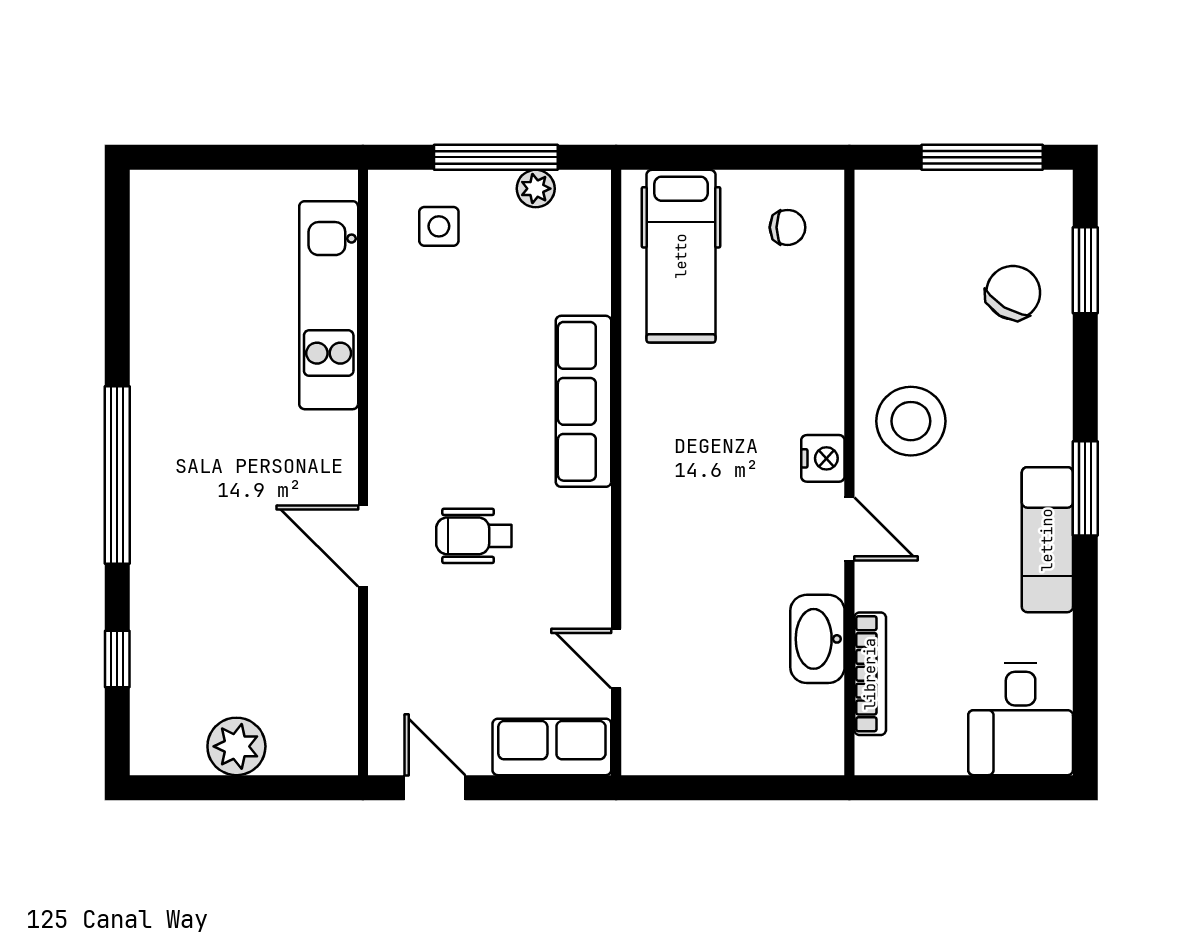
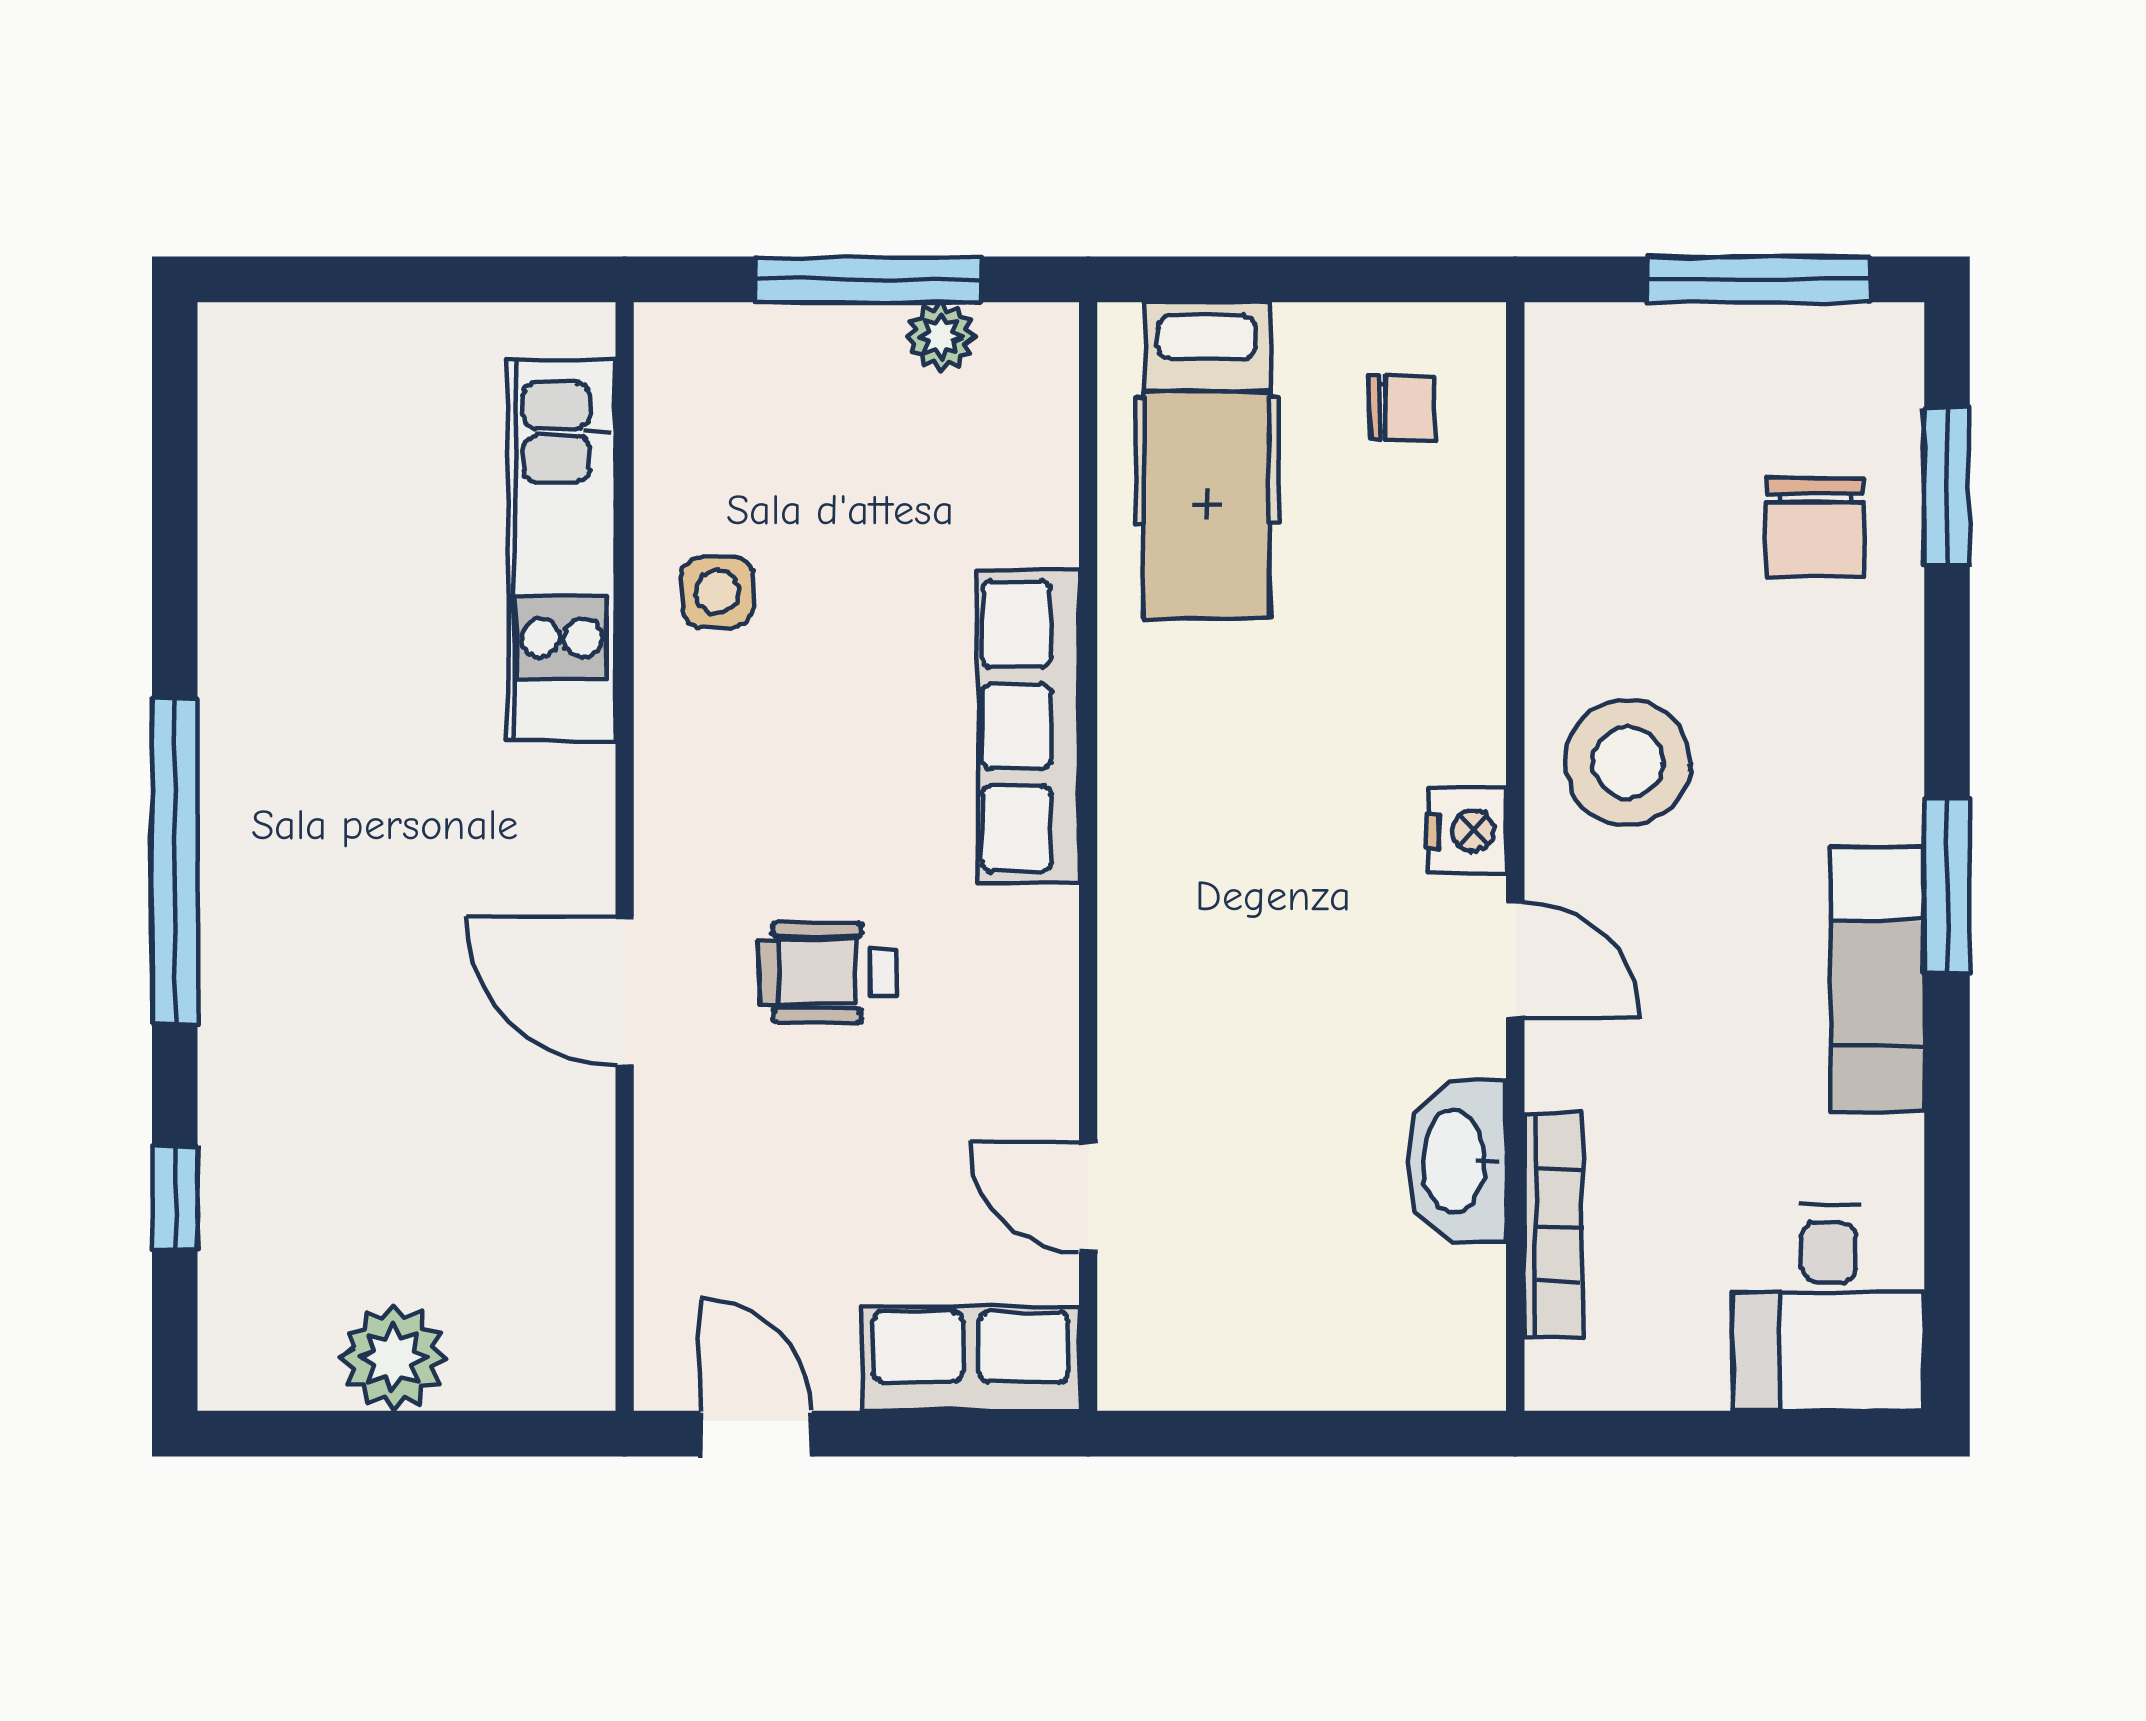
side table: (439, 226) -> (717, 592), moved
chair: (1013, 293) -> (1815, 527), turned 149

